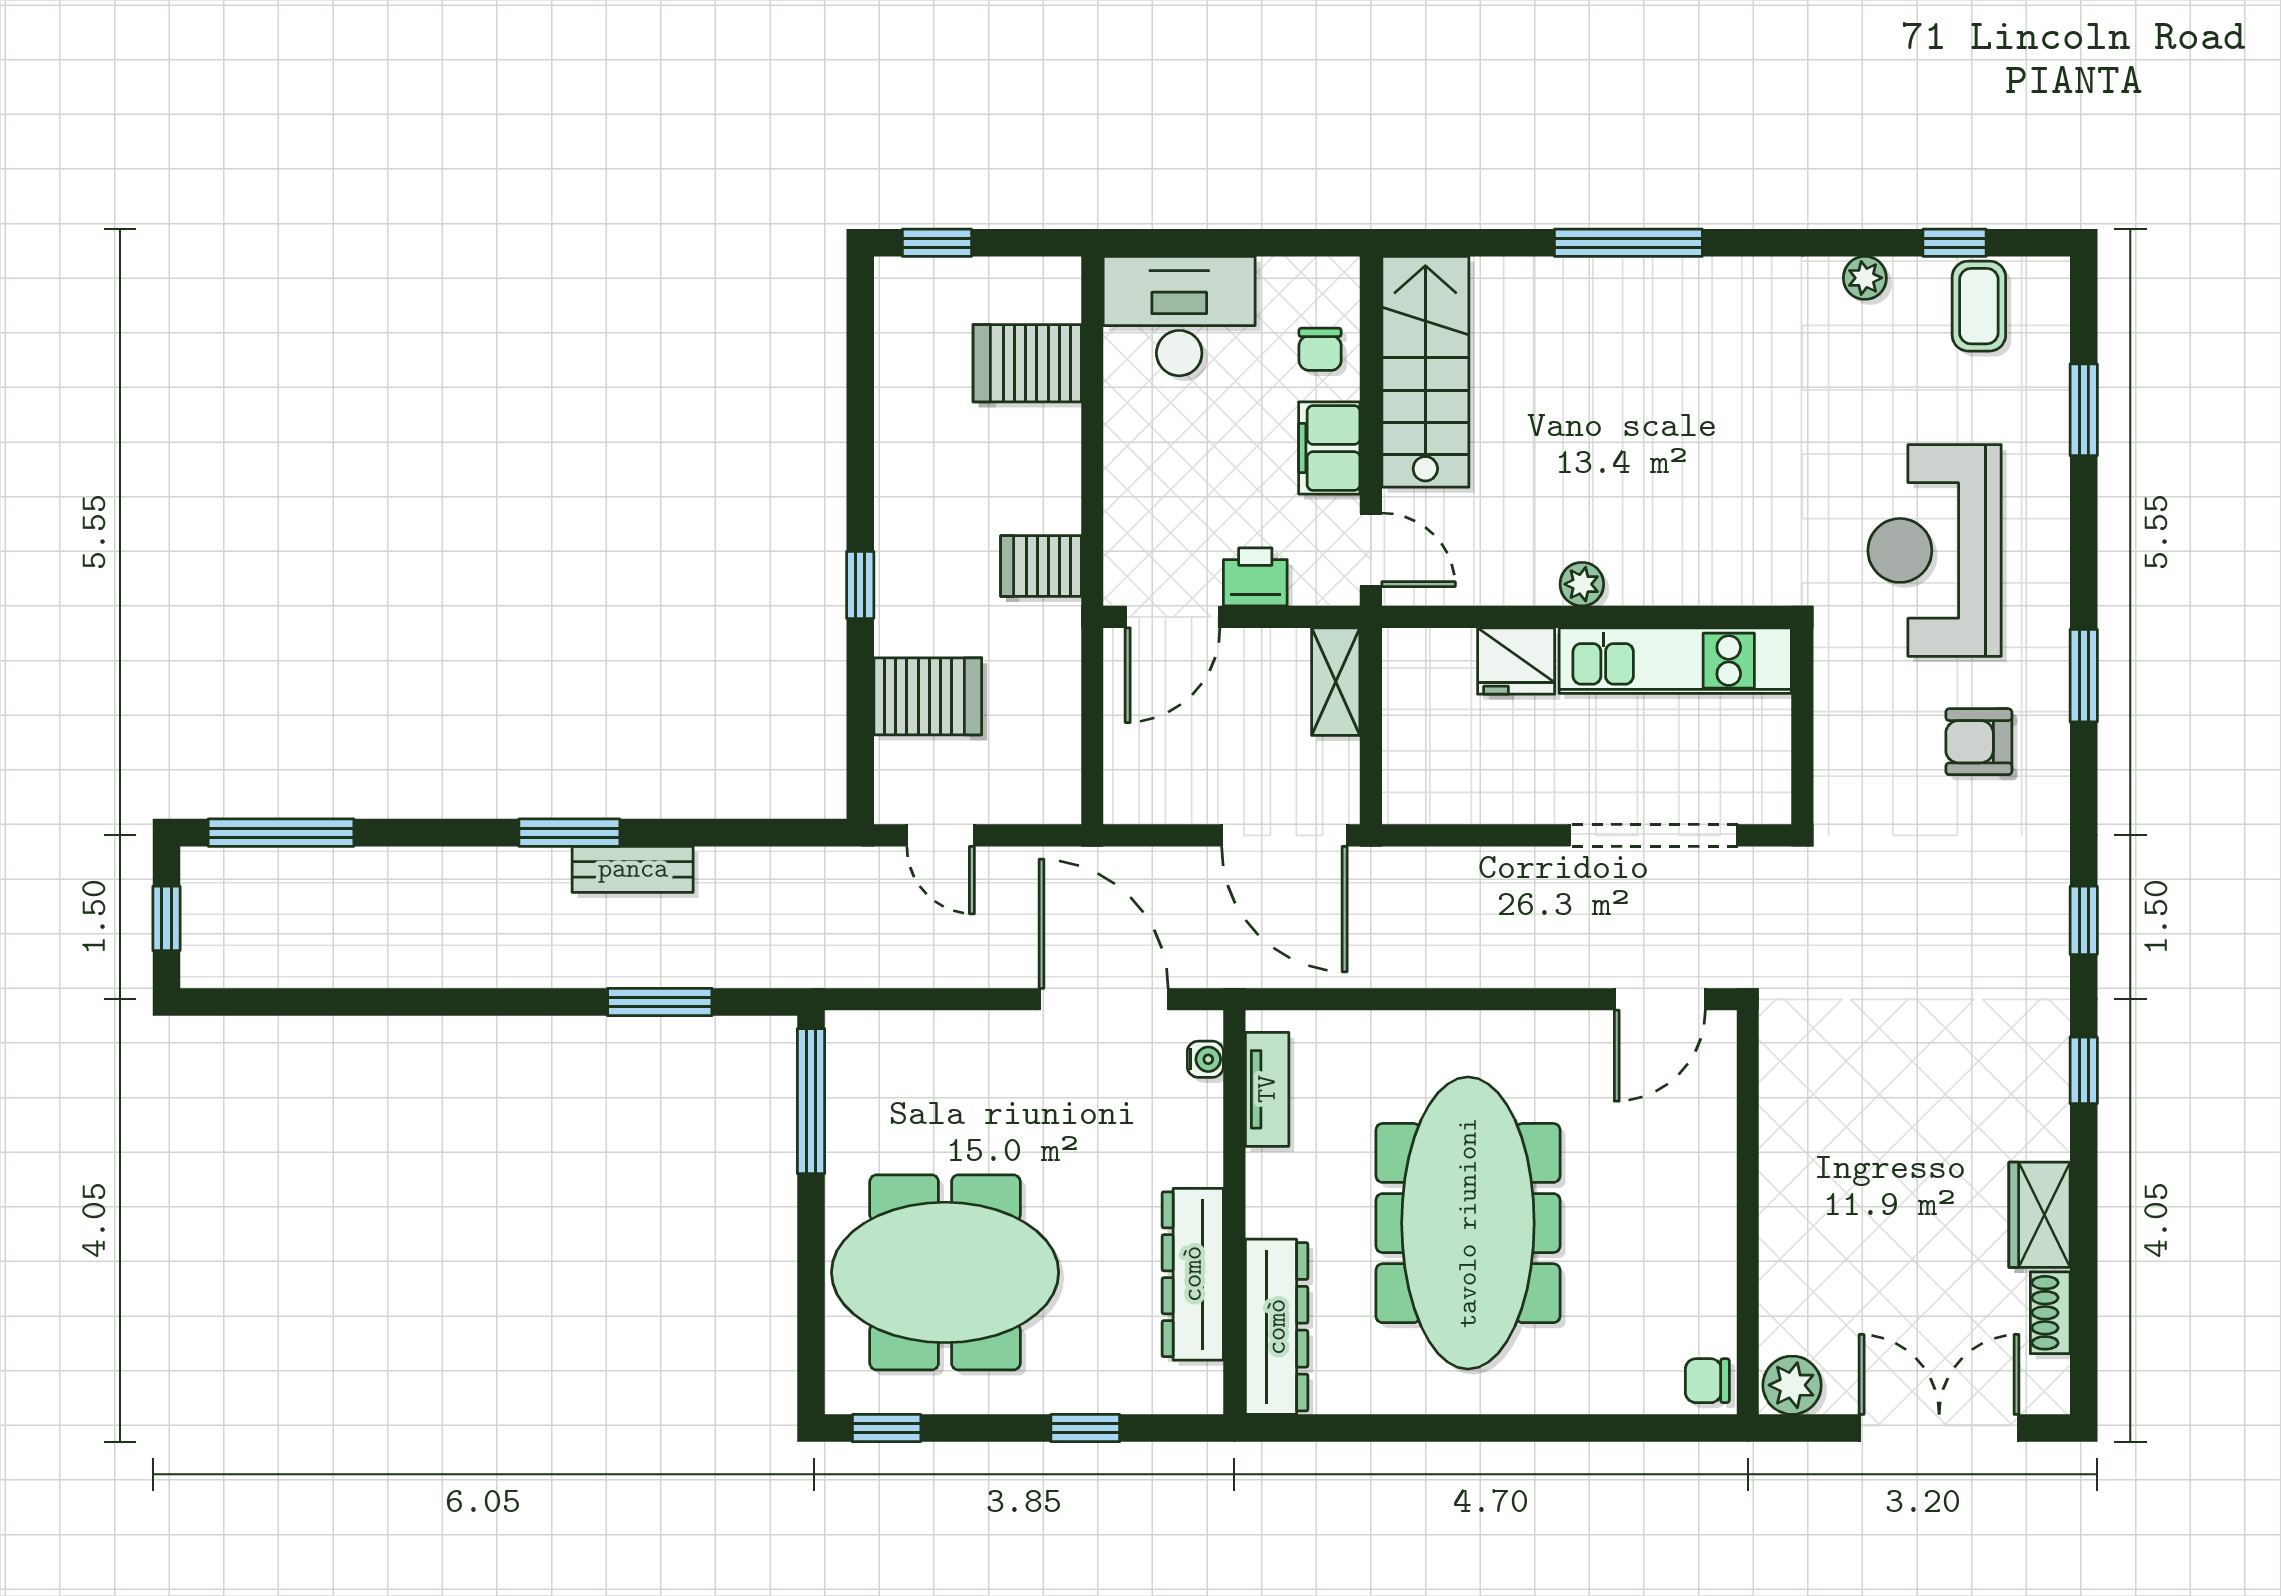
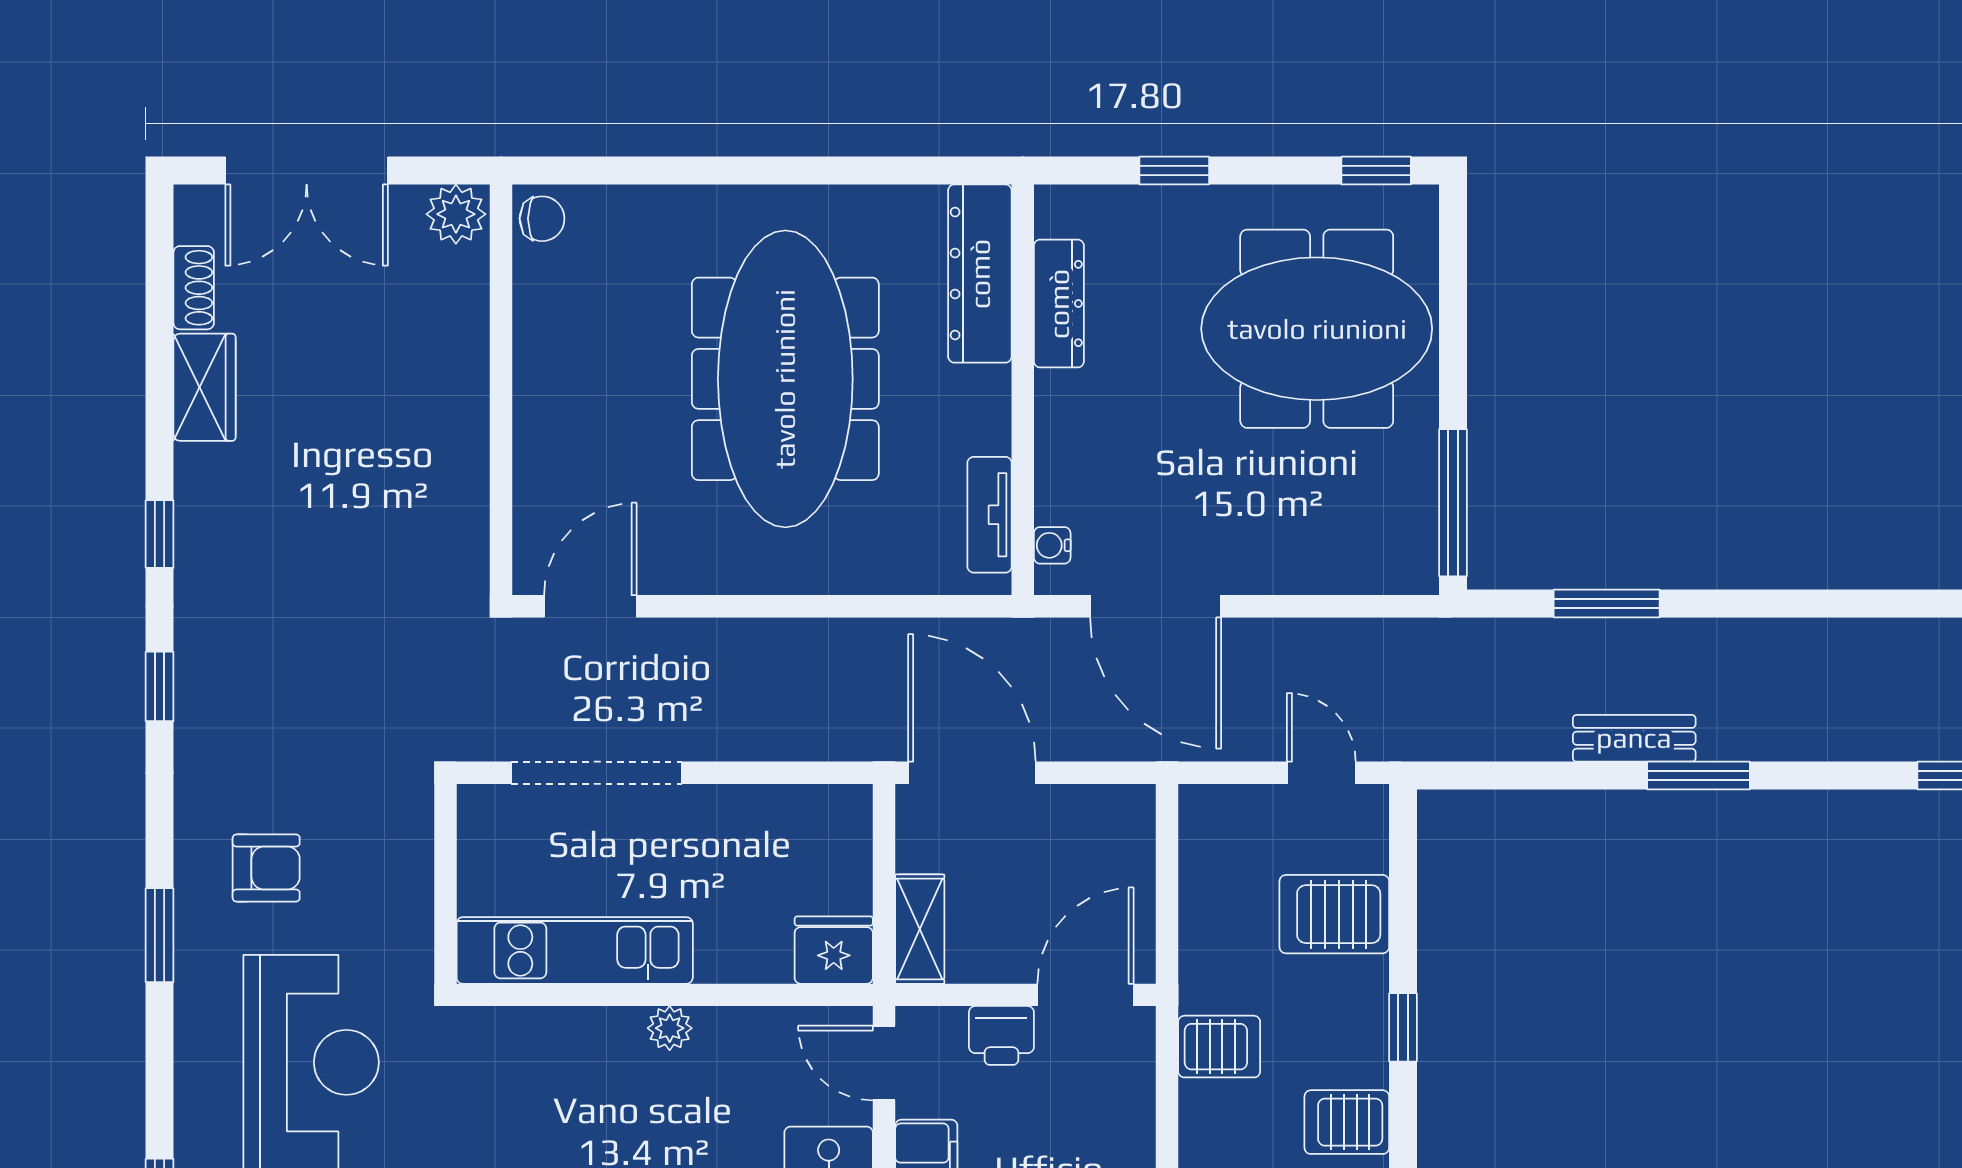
server rack: (915, 492) -> (1347, 1122), added
fridge: (1516, 661) -> (834, 950), moved
dresser: (1193, 1274) -> (1059, 304), width x0.73, depth x0.80

